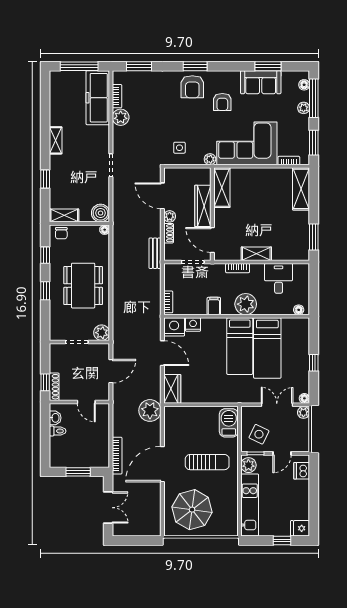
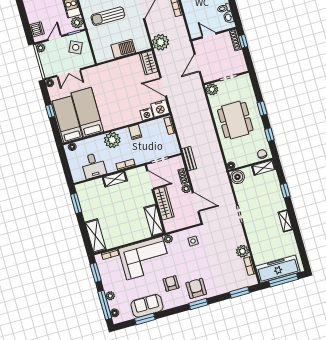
freezer: (98, 98) -> (278, 269), moved, turned -90
bed: (240, 346) -> (67, 119), moved
plant: (303, 413) -> (41, 48), moved
barbecue: (229, 423) -> (123, 49), moved, turned -90

